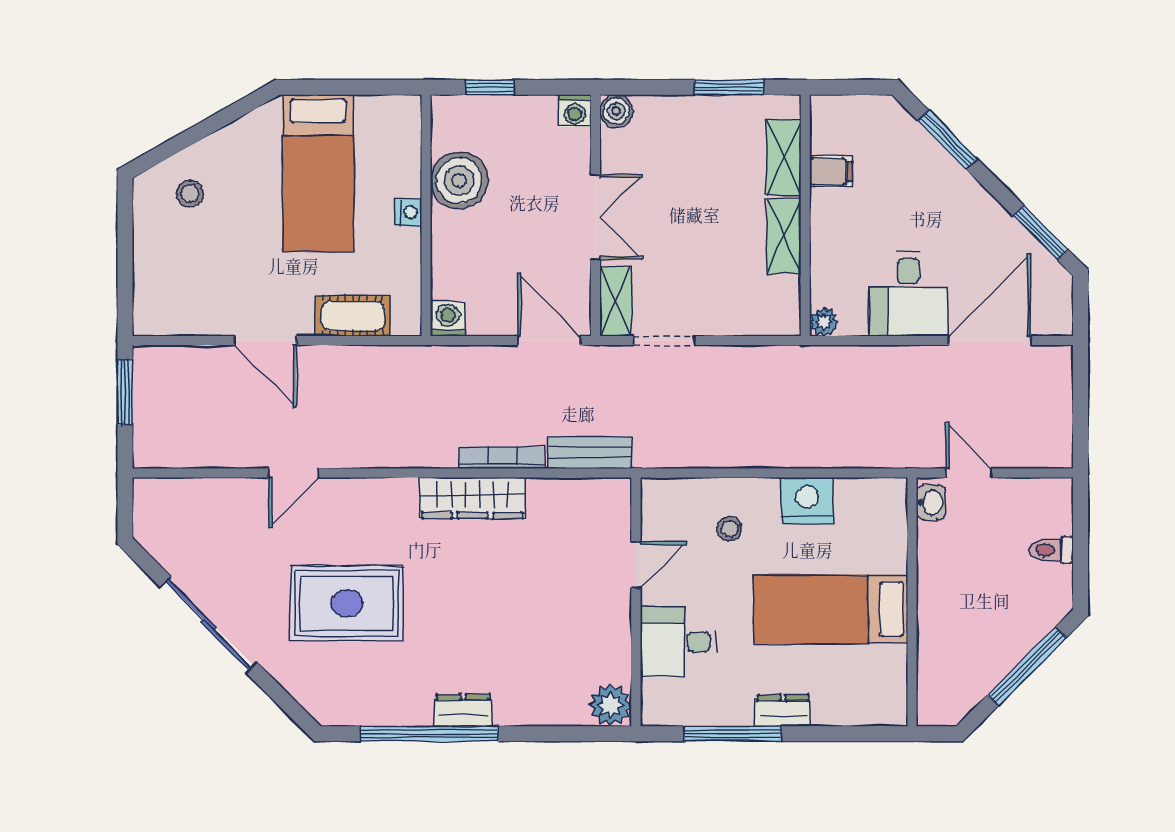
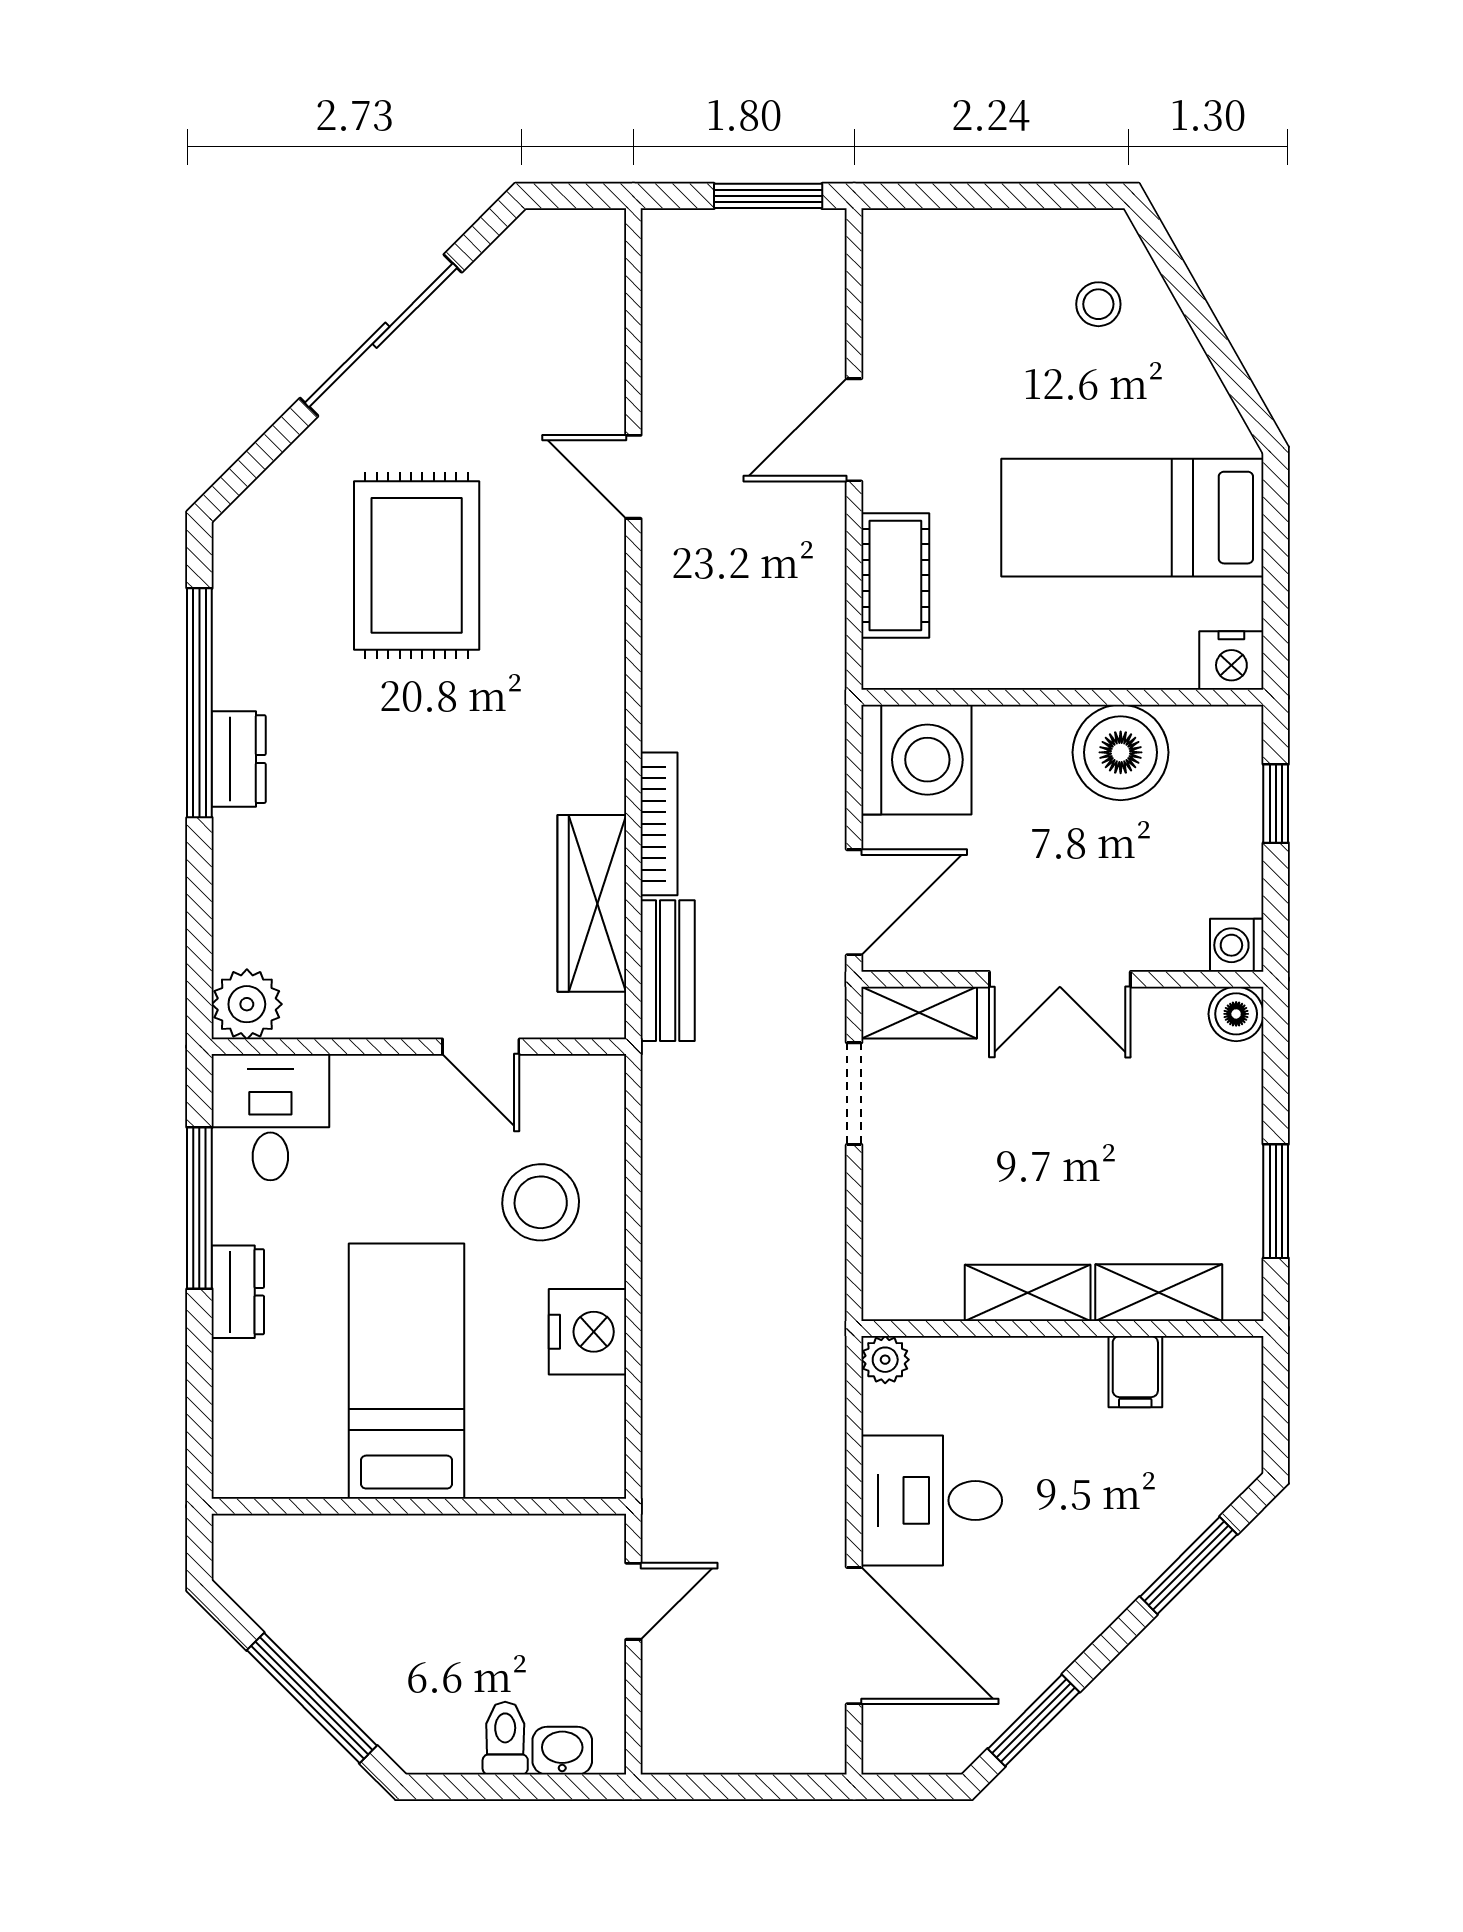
nightstand: (409, 212) -> (1231, 660), moved, width x1.39, depth x1.35
washing machine: (448, 319) -> (916, 760), width x1.89, depth x1.89
wardrobe: (472, 498) -> (592, 903), moved
washbasin: (931, 502) -> (562, 1751), moved, turned 180
stool: (729, 529) -> (541, 1202), width x1.89, depth x1.89
desk: (678, 642) -> (270, 1117), moved

